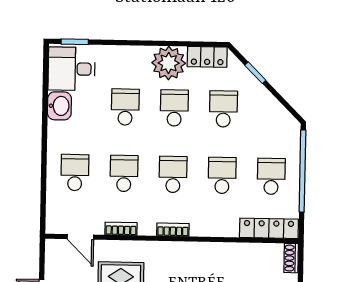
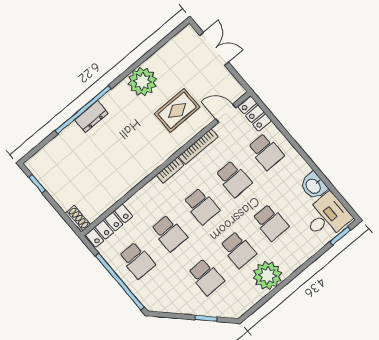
locker: (207, 57) -> (255, 114), moved, turned -90
bookcase: (121, 229) -> (198, 146), width x1.56

